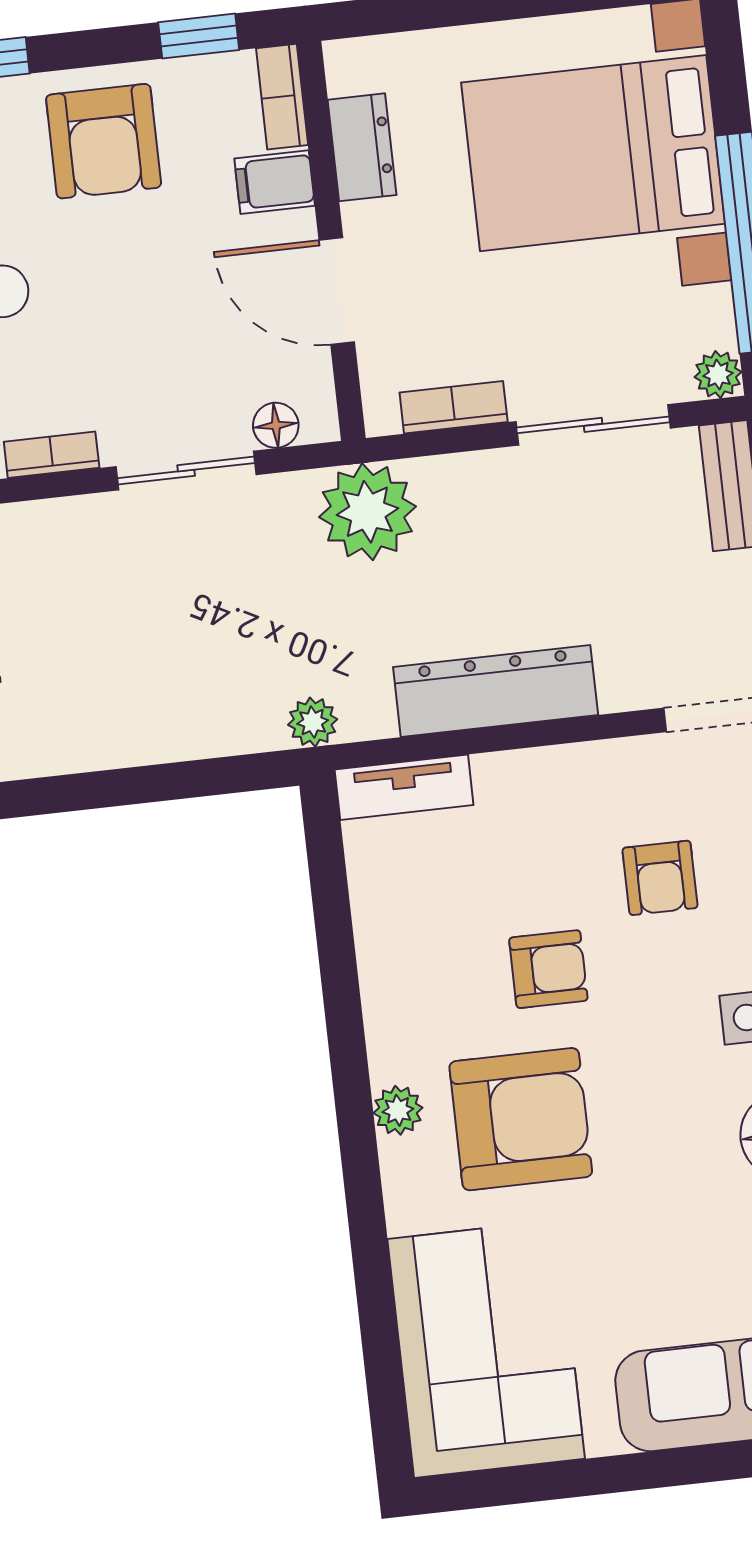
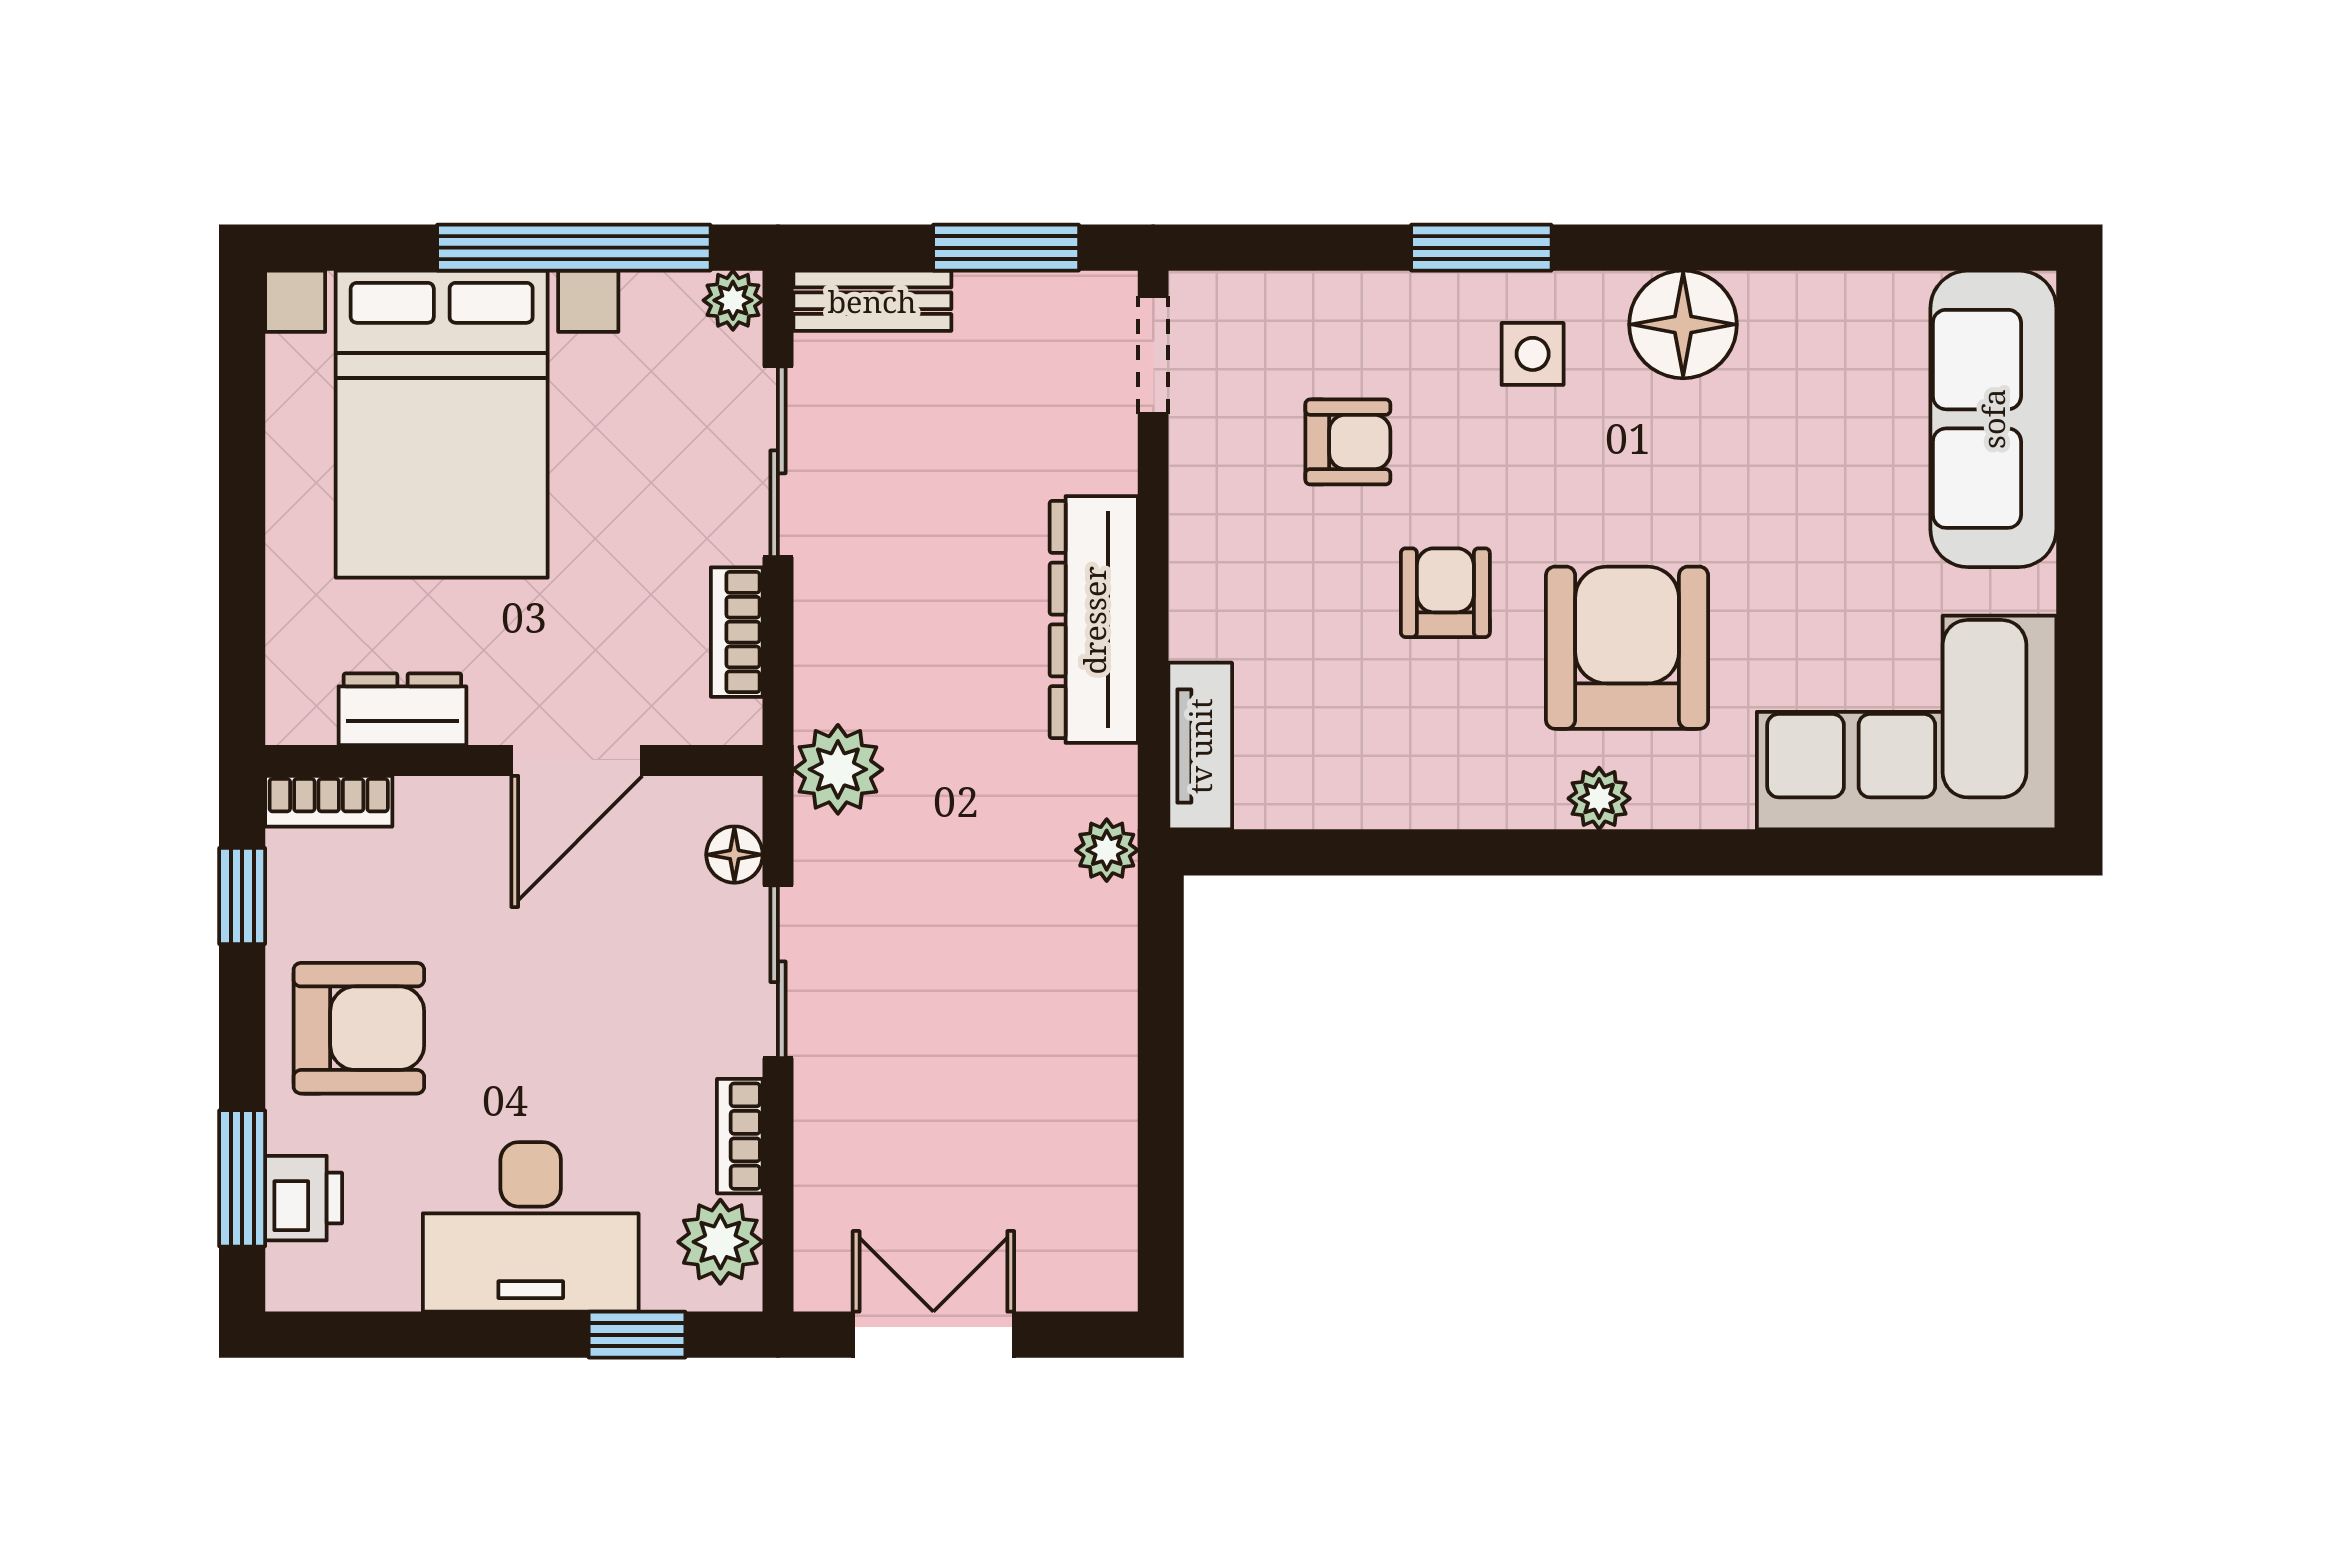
filing cabinet: (275, 182) -> (433, 822), removed
plant: (367, 512) -> (838, 769), width x0.73, depth x0.73

